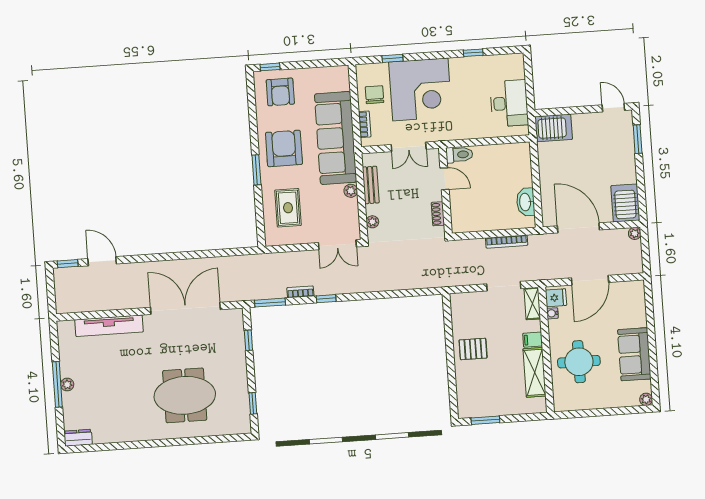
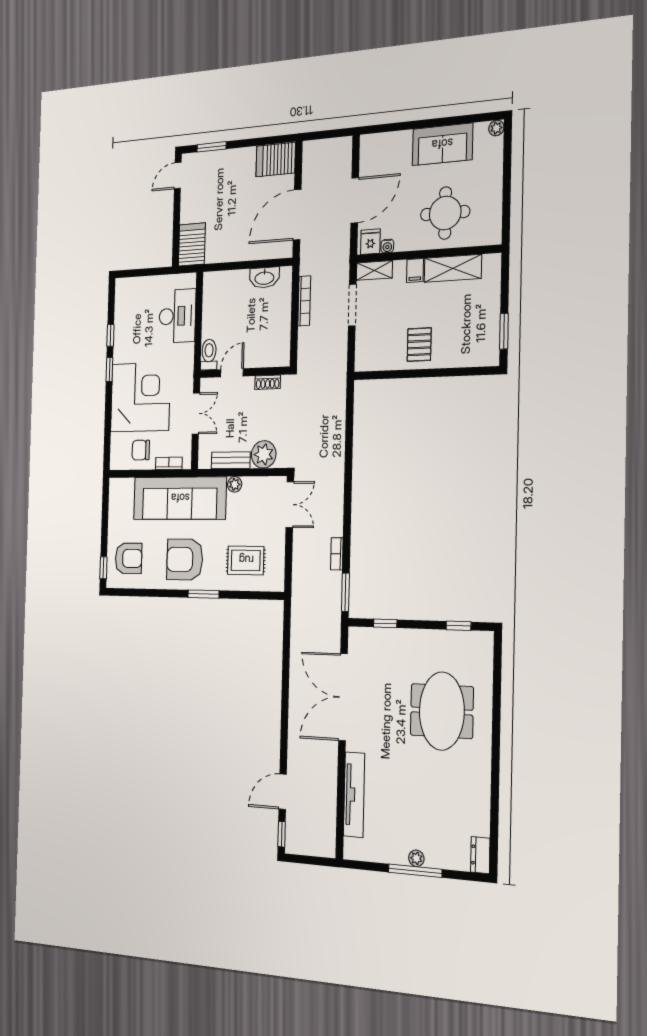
window: (392, 58) -> (109, 369), moved
desk: (509, 103) -> (177, 316), moved, turned 90
plant: (372, 222) -> (264, 454), width x1.88, depth x1.88
plant: (635, 233) -> (309, 148), removed
door: (590, 280) -> (355, 200), hinge flipped
window: (326, 299) -> (347, 523), removed

